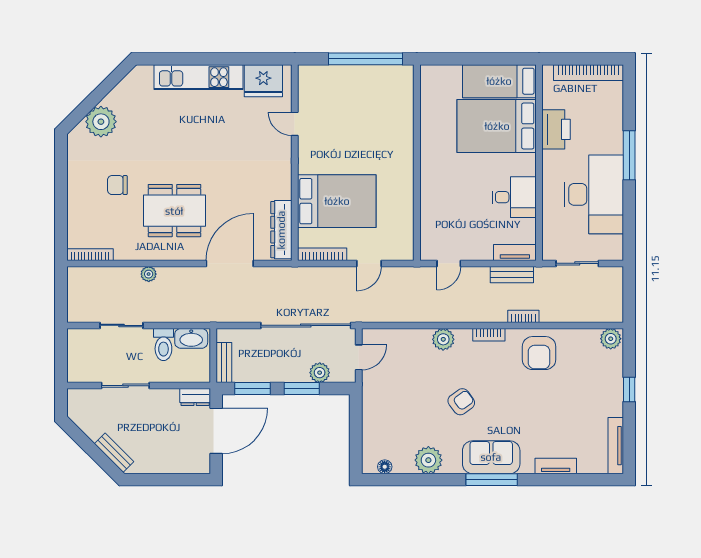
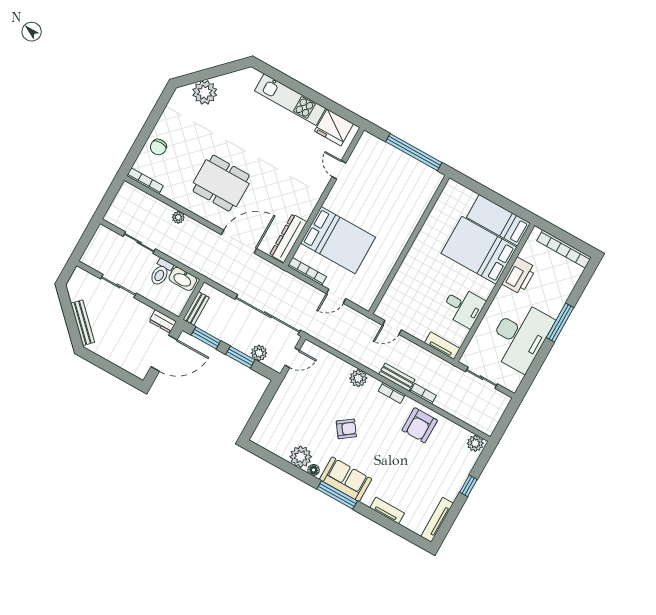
chair: (117, 185) -> (158, 147), moved, turned -90
bench: (512, 275) -> (397, 377), moved
bench: (114, 453) -> (83, 323), width x1.36
floor lamp: (385, 467) -> (314, 470), moved

